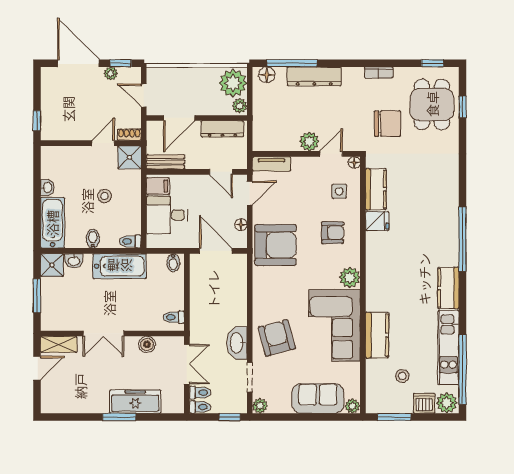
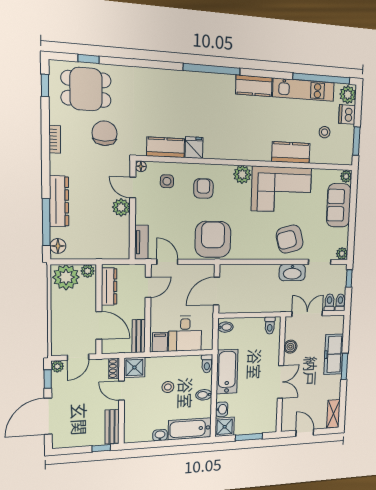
plant: (111, 73) -> (57, 366), moved
bench: (62, 133) -> (112, 427), added
floor lamp: (241, 225) -> (195, 270), removed
shelving: (59, 344) -> (333, 414), moved

